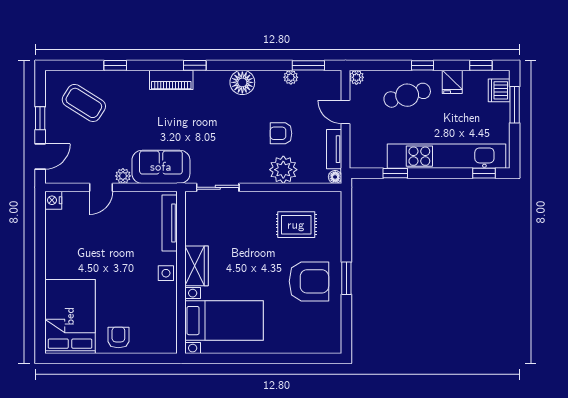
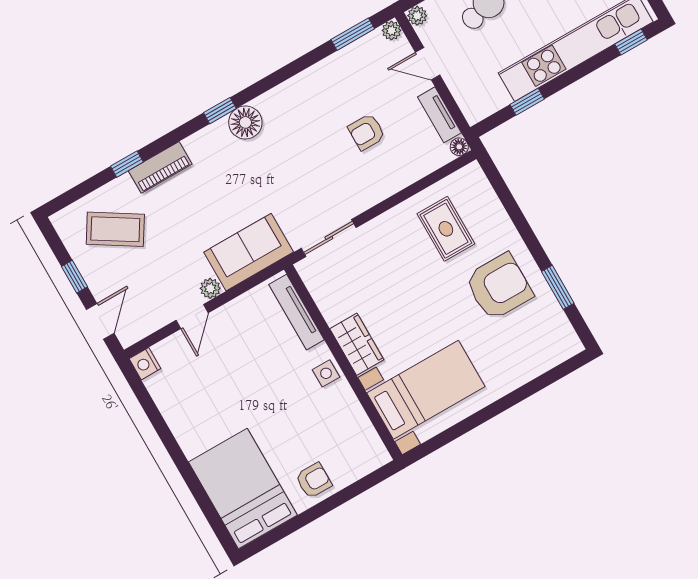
plant: (291, 77) -> (391, 30), moved
piano: (171, 80) -> (160, 167), moved
floor lamp: (242, 82) -> (245, 122), moved
plant: (283, 170) -> (394, 173), removed
rug: (296, 225) -> (446, 229), turned 90
window: (346, 278) -> (558, 287), moved
armchair: (118, 337) -> (314, 480), turned 90

